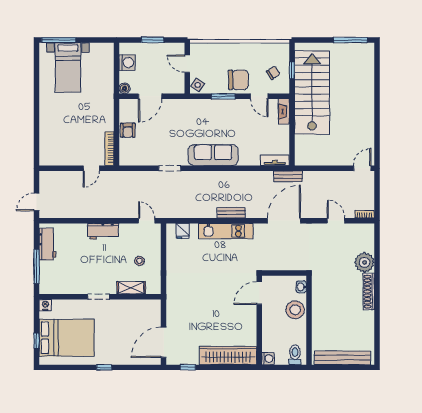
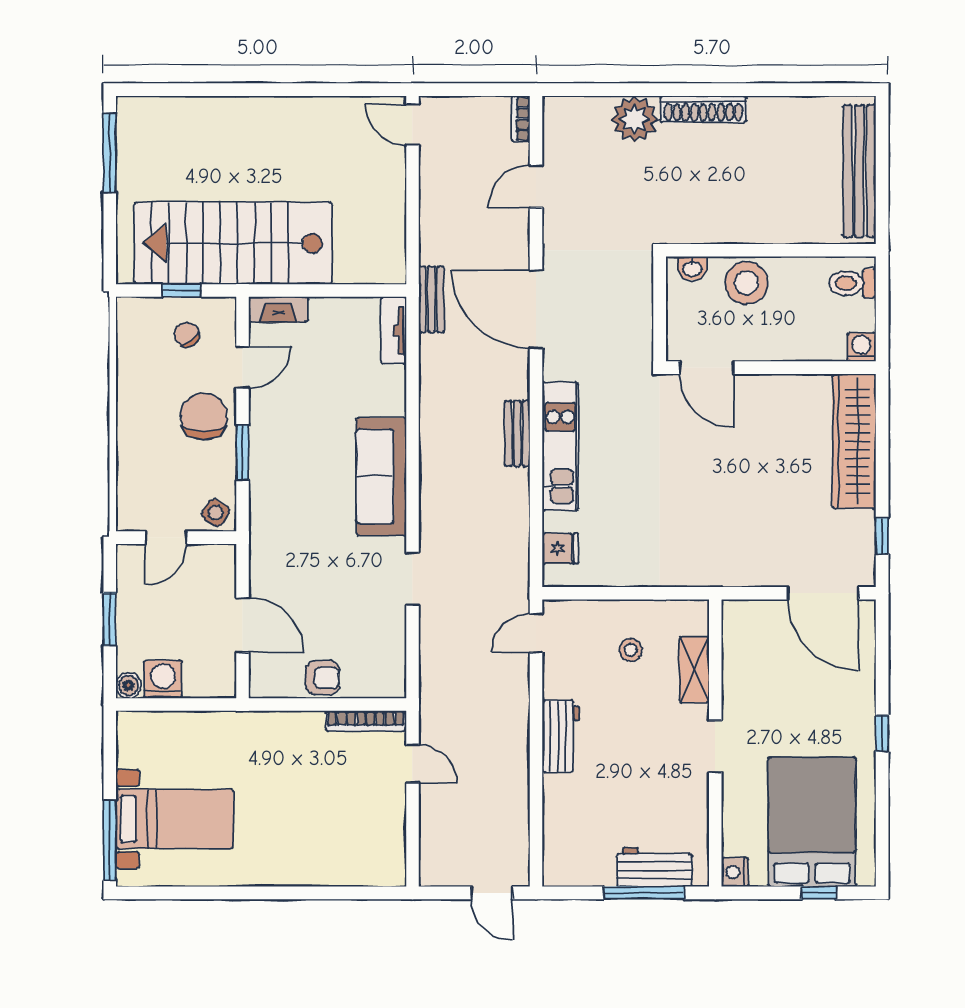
boiler: (124, 88) -> (129, 685), moved
workbench: (47, 244) -> (654, 867), moved

